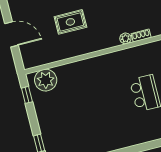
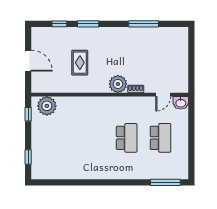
rug: (70, 22) -> (80, 63), turned 90
plant: (125, 38) -> (118, 84), width x1.87, depth x1.87

